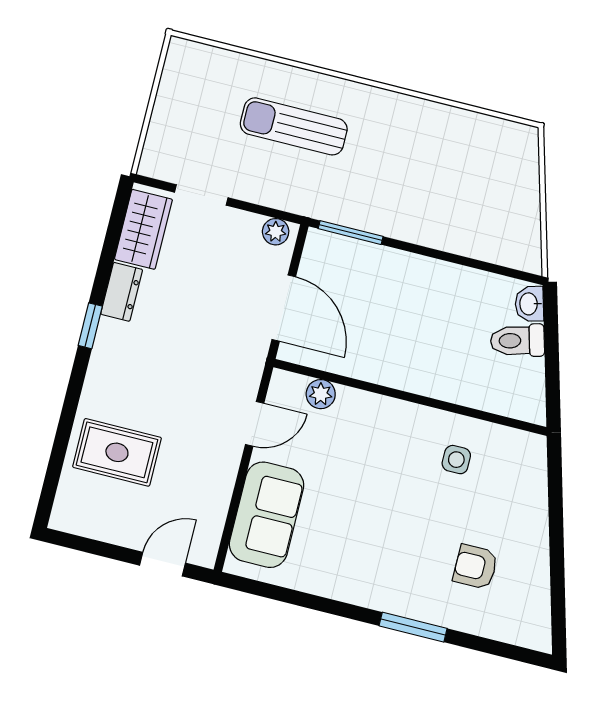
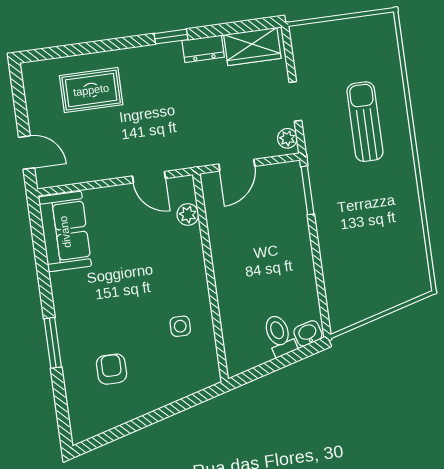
doorway: (201, 195) -> (295, 101), moved
door: (284, 308) -> (237, 165), width x0.73
rug: (117, 452) -> (91, 90), turned 90
sofa: (267, 515) -> (65, 232), moved, turned -90

